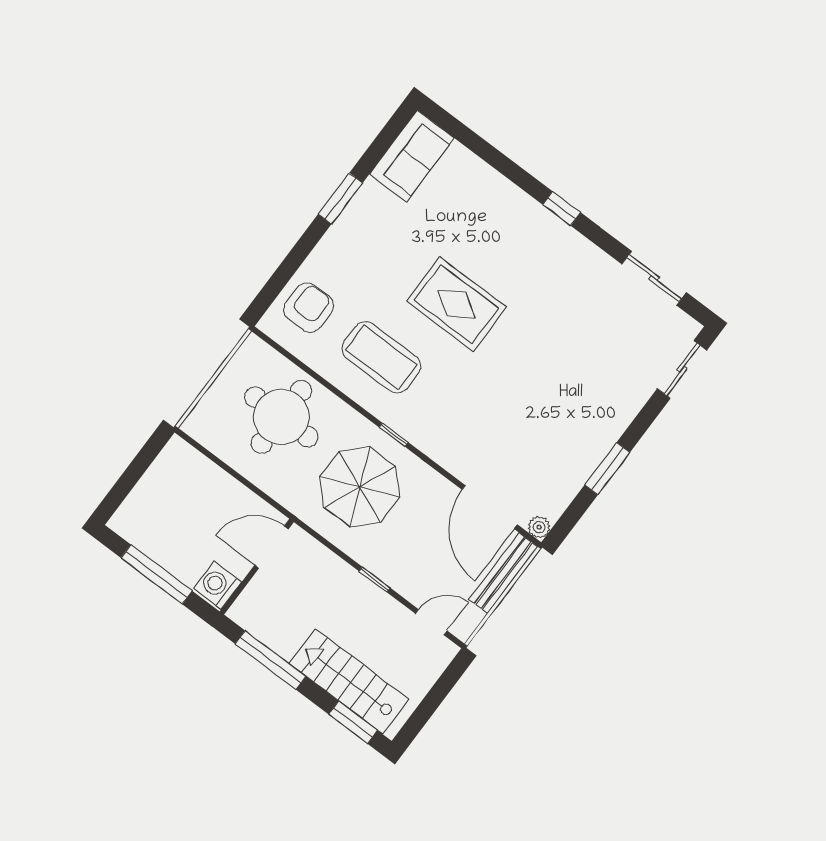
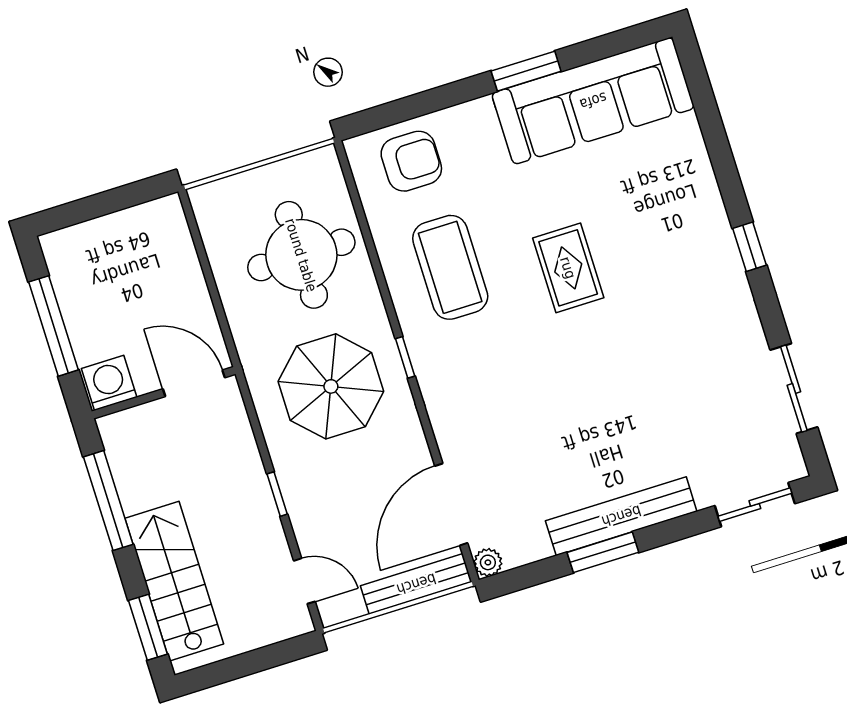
sofa: (412, 156) -> (593, 101), width x1.85, depth x1.27
rug: (456, 304) -> (568, 268), width x0.73, depth x0.70
bench: (603, 437) -> (621, 516), added

